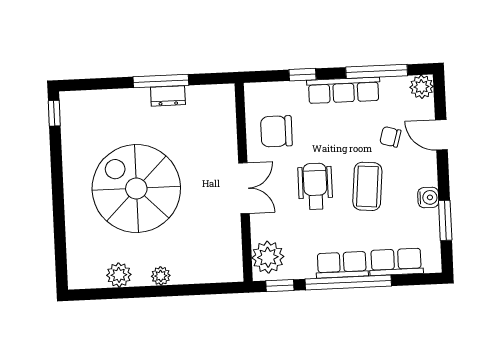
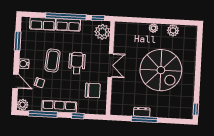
wheelchair: (315, 186) -> (77, 63), turned 180
double door: (244, 188) -> (110, 65), swing flipped
water cooler: (428, 198) -> (24, 64), moved

